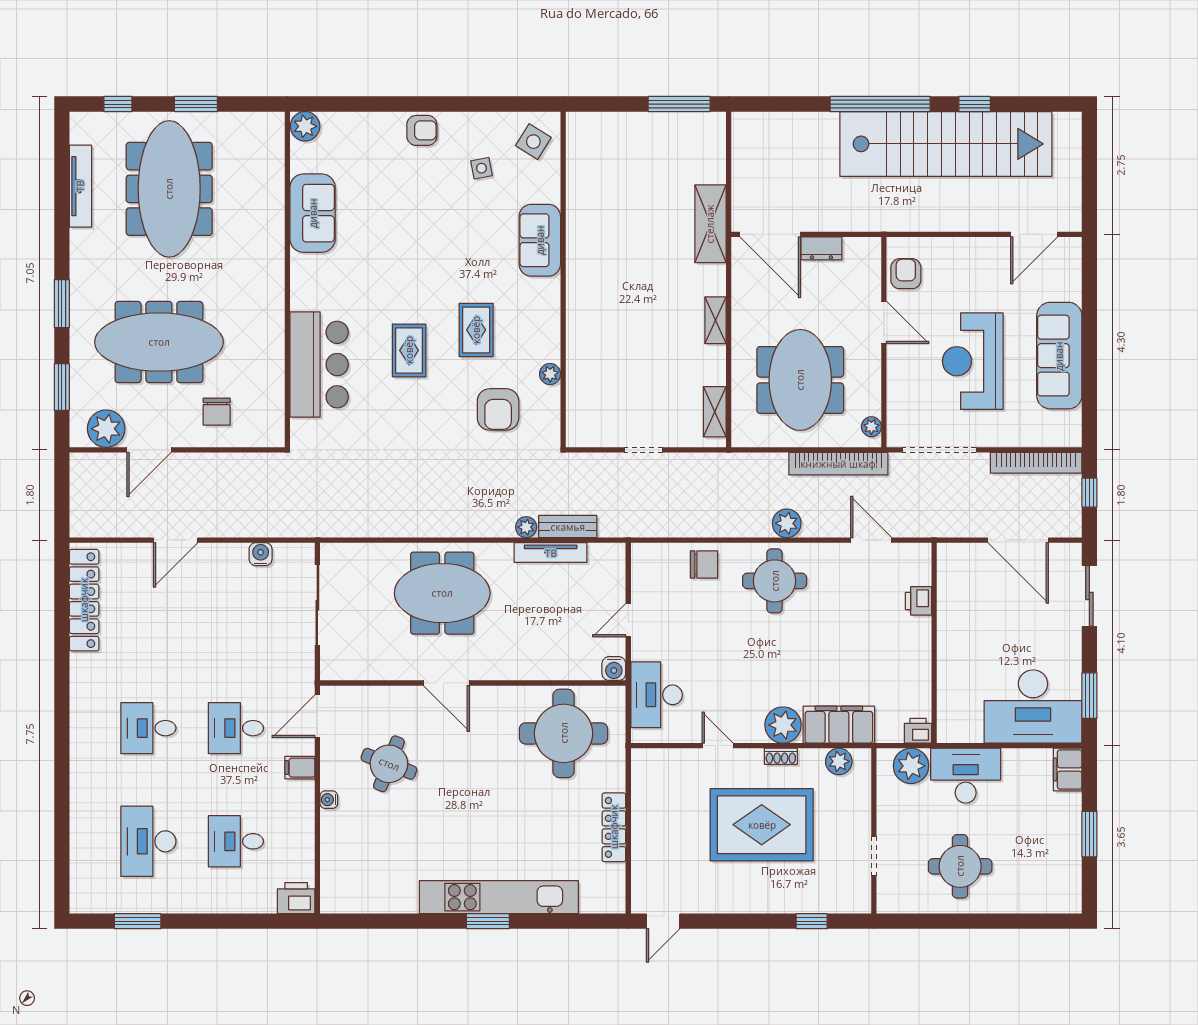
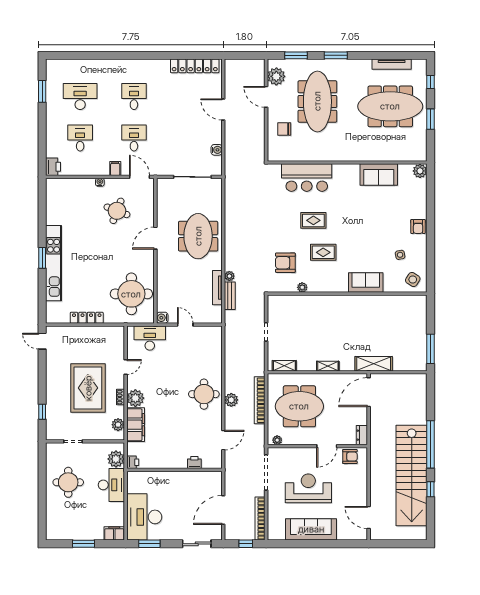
dresser: (821, 248) -> (362, 435), moved
bookcase: (838, 464) -> (260, 400), moved
chair: (704, 564) -> (212, 361), removed

